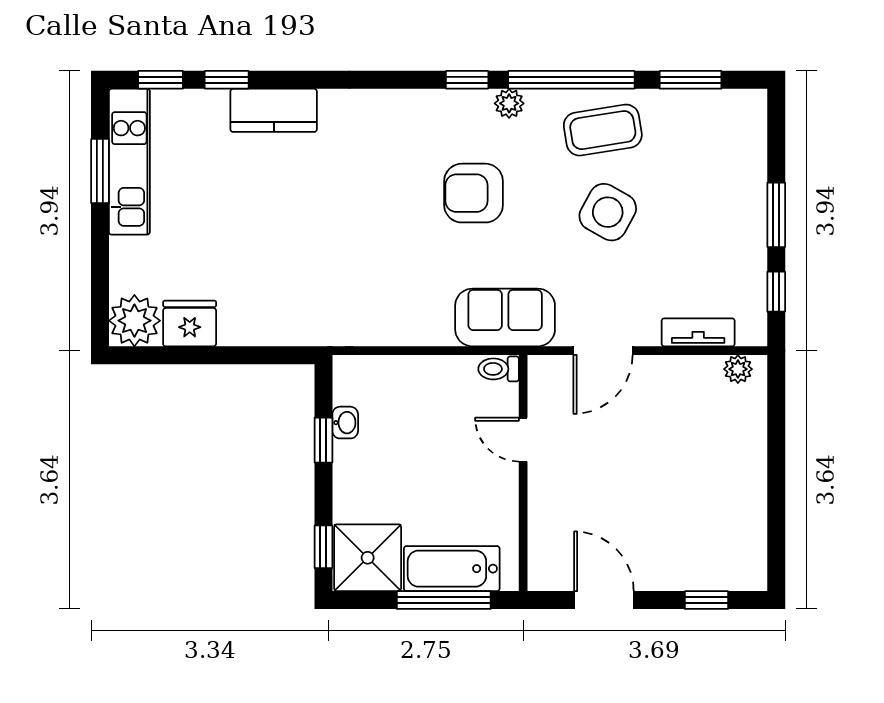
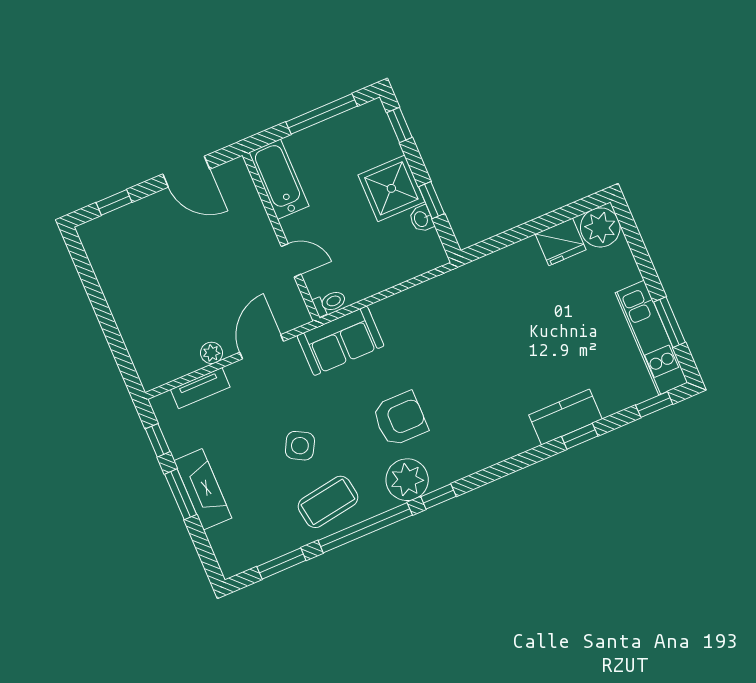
window: (227, 80) -> (580, 436), moved
plant: (509, 103) -> (407, 480), width x1.88, depth x1.88
fireplace: (747, 209) -> (203, 489), added
side table: (608, 212) -> (300, 446), width x0.73, depth x0.73
plant: (738, 369) -> (212, 353), moved
shower: (368, 558) -> (391, 188), moved
bathtub: (452, 569) -> (279, 179), moved, turned -90
window: (444, 600) -> (322, 114), moved

